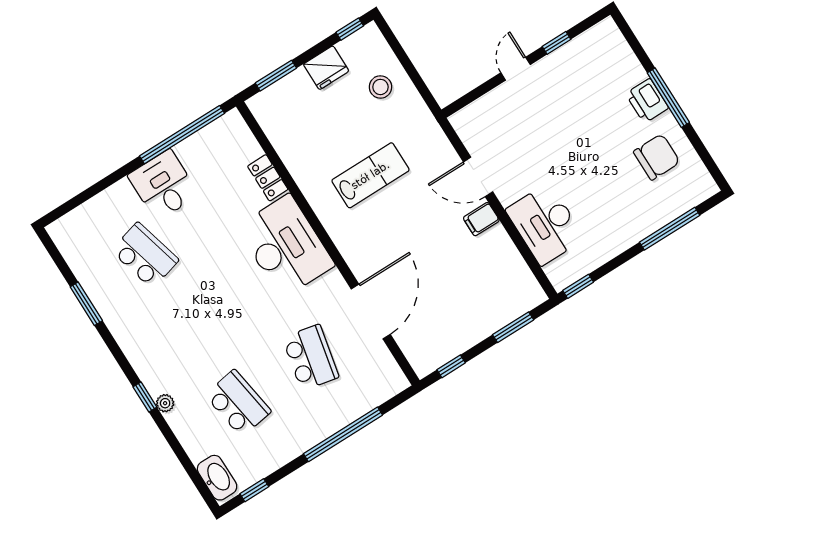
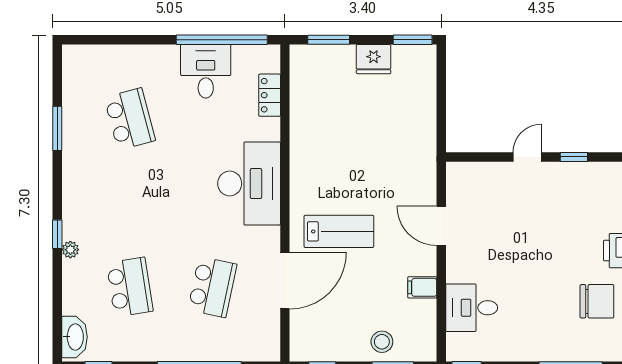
window: (350, 29) -> (413, 40), width x1.50
stool: (380, 87) -> (382, 342), moved
lab bench: (370, 175) -> (339, 231), moved
locker: (268, 178) -> (270, 95), moved
desk: (163, 185) -> (206, 71), moved
filing cabinet: (481, 219) -> (422, 287), moved
desk: (545, 224) -> (472, 308), width x0.73

